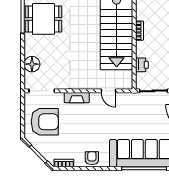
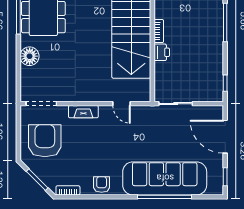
floor lamp: (32, 64) -> (30, 56), moved
printer: (142, 65) -> (162, 52), moved
armchair: (45, 122) -> (45, 141), turned -90

